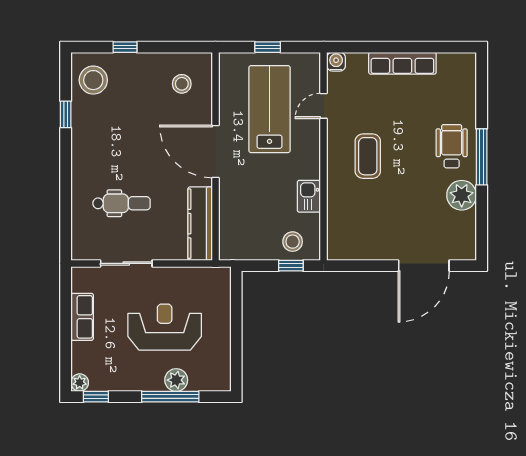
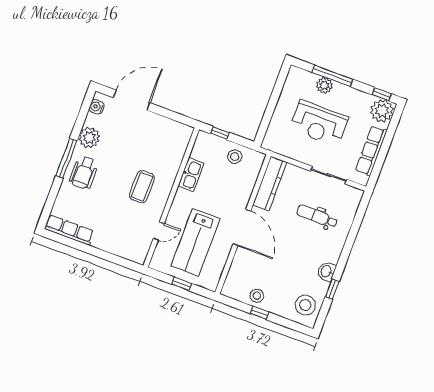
window: (125, 47) -> (260, 313), moved
water cooler: (336, 62) -> (96, 107), moved, turned 90
row of seats: (402, 63) -> (69, 230), moved
stool: (182, 84) -> (257, 296), moved
washbasin: (82, 135) -> (327, 271), added
kitchen sink: (309, 196) -> (191, 175), width x1.38
stool: (293, 242) -> (235, 157), moved
row of seats: (82, 317) -> (371, 151), width x1.48
plant: (80, 383) -> (382, 111), width x1.88, depth x1.88

